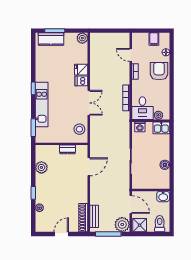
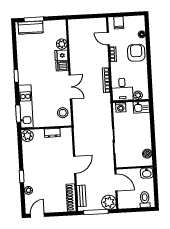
plant: (82, 38) -> (62, 44), moved
filing cabinet: (154, 39) -> (119, 23), moved
kitchen unit: (42, 105) -> (26, 106), moved
boiler: (165, 165) -> (147, 154), moved
plant: (41, 167) -> (27, 136), moved
door: (89, 167) -> (75, 165), moved
shower: (140, 225) -> (126, 202), removed
door: (61, 234) -> (37, 215), moved

